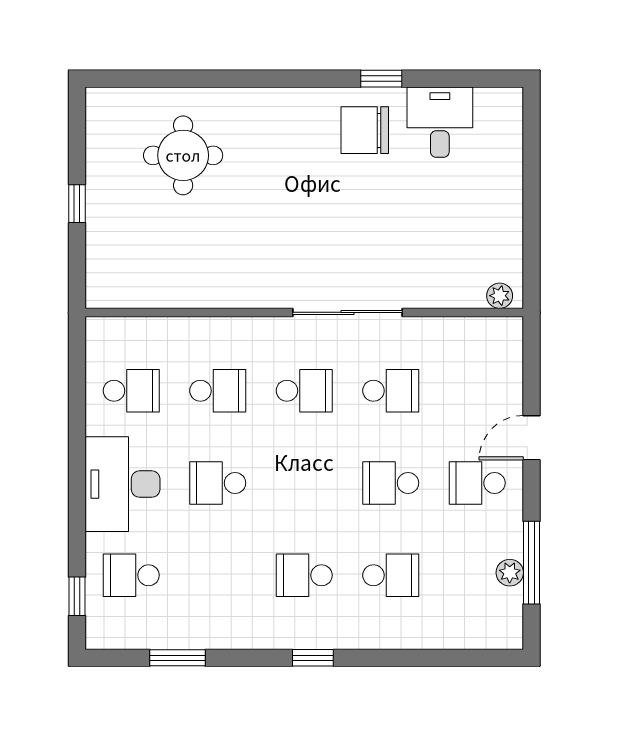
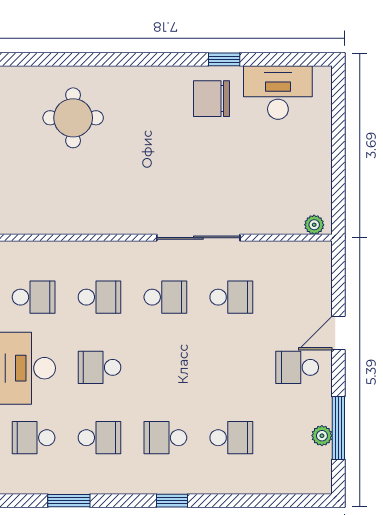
desk: (440, 122) -> (278, 93), width x1.37
school desk: (391, 483) -> (99, 438), moved, turned 180

